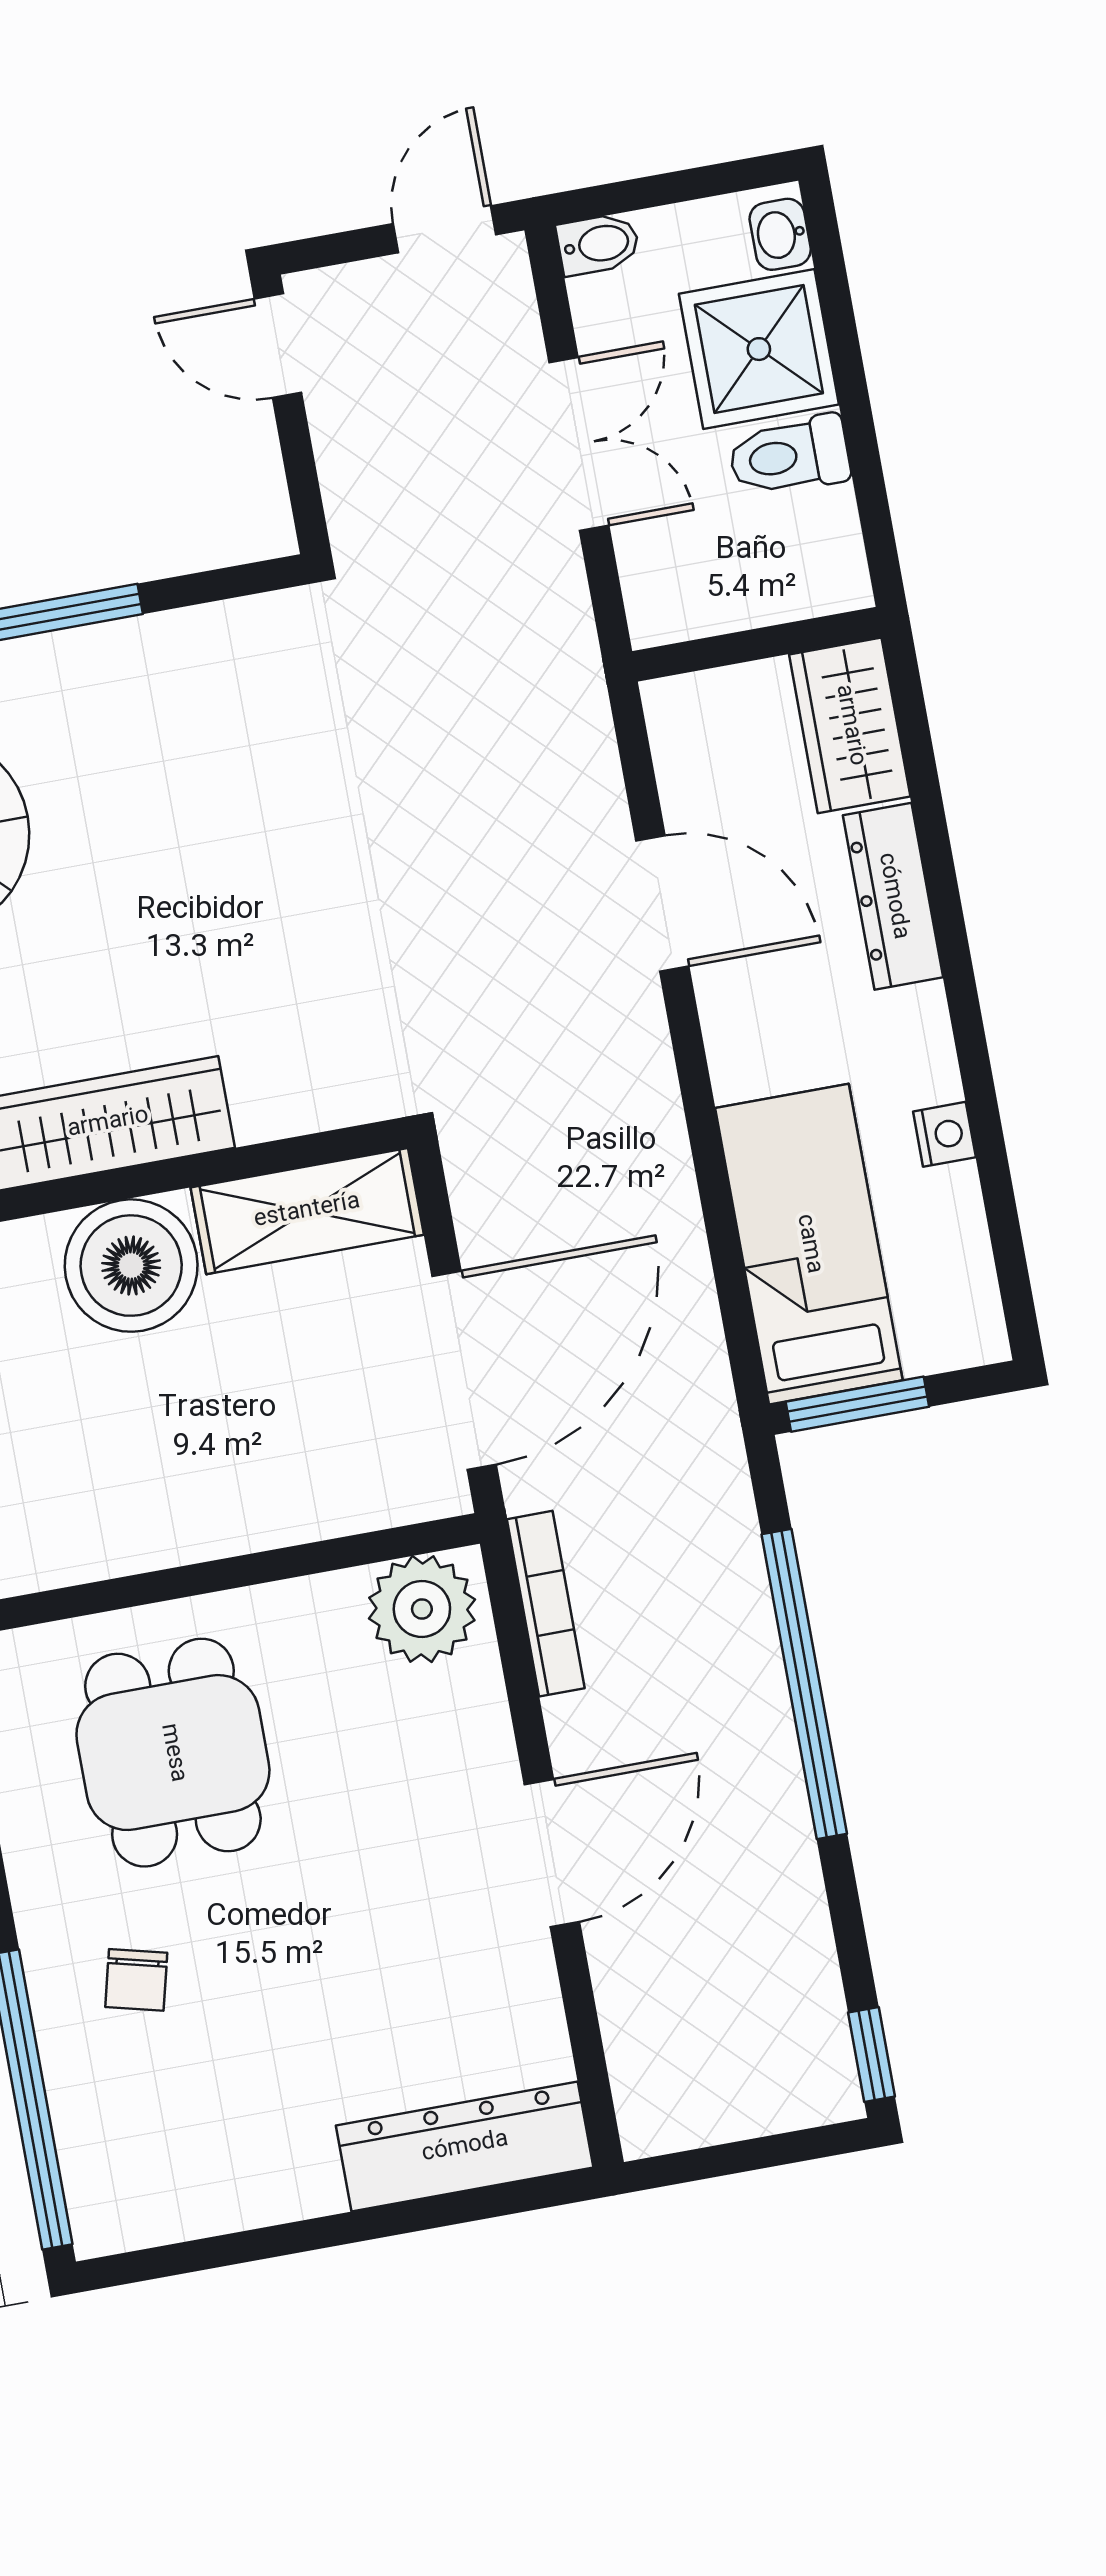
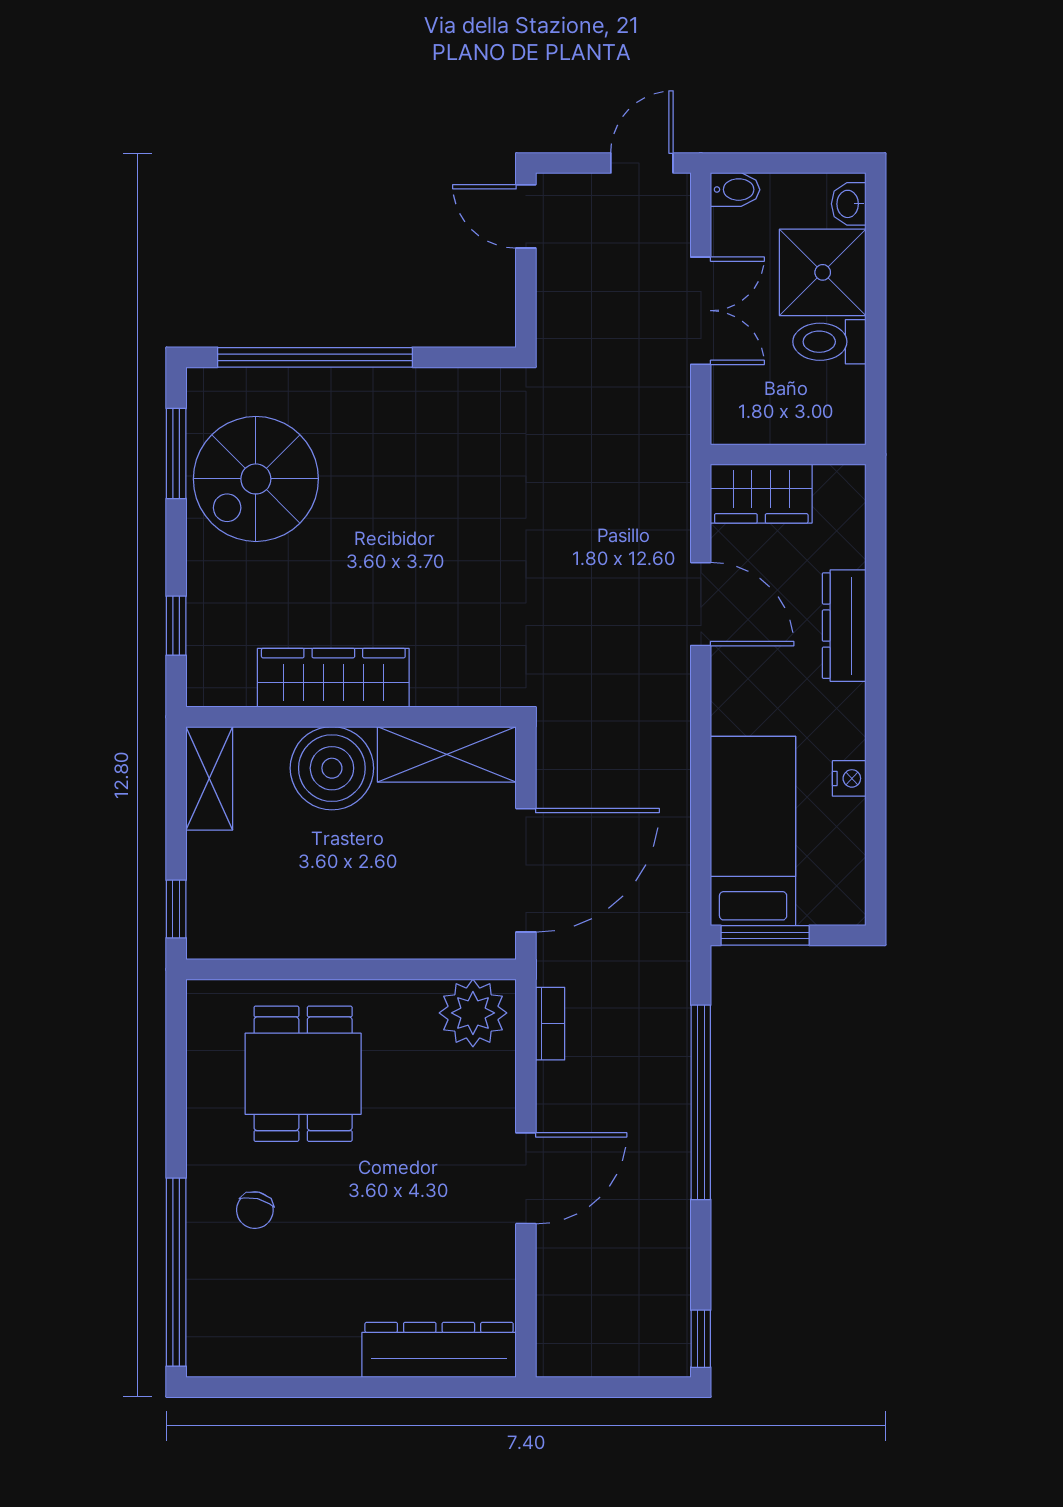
wardrobe: (850, 725) -> (761, 494), moved, turned -90
bookcase: (546, 1604) -> (550, 1024), width x0.64

